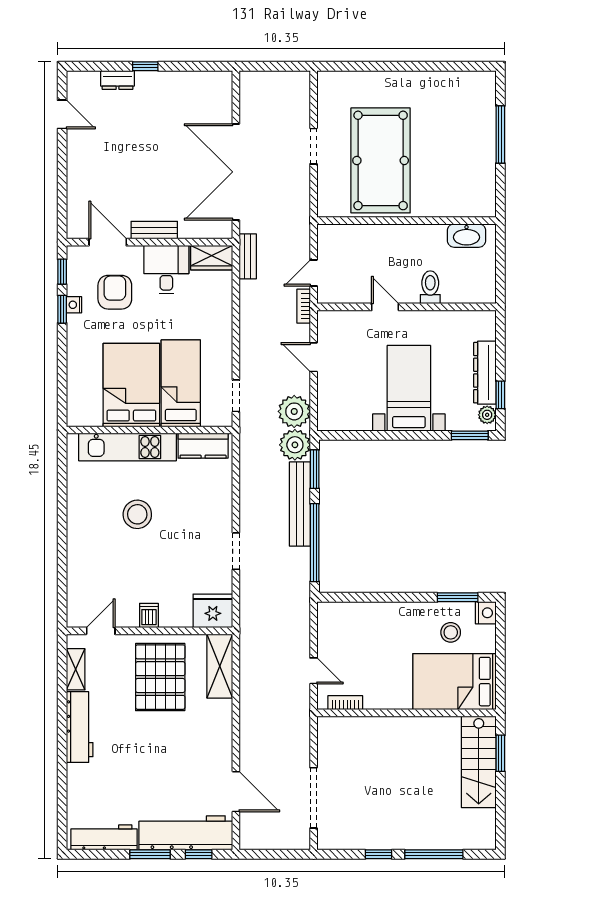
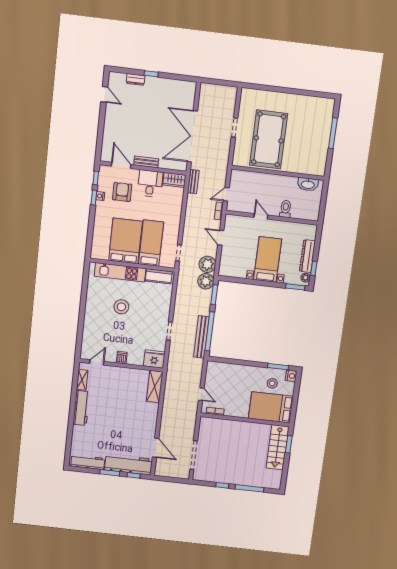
bench: (300, 504) -> (201, 337), moved
pallet: (160, 677) -> (124, 388), removed

